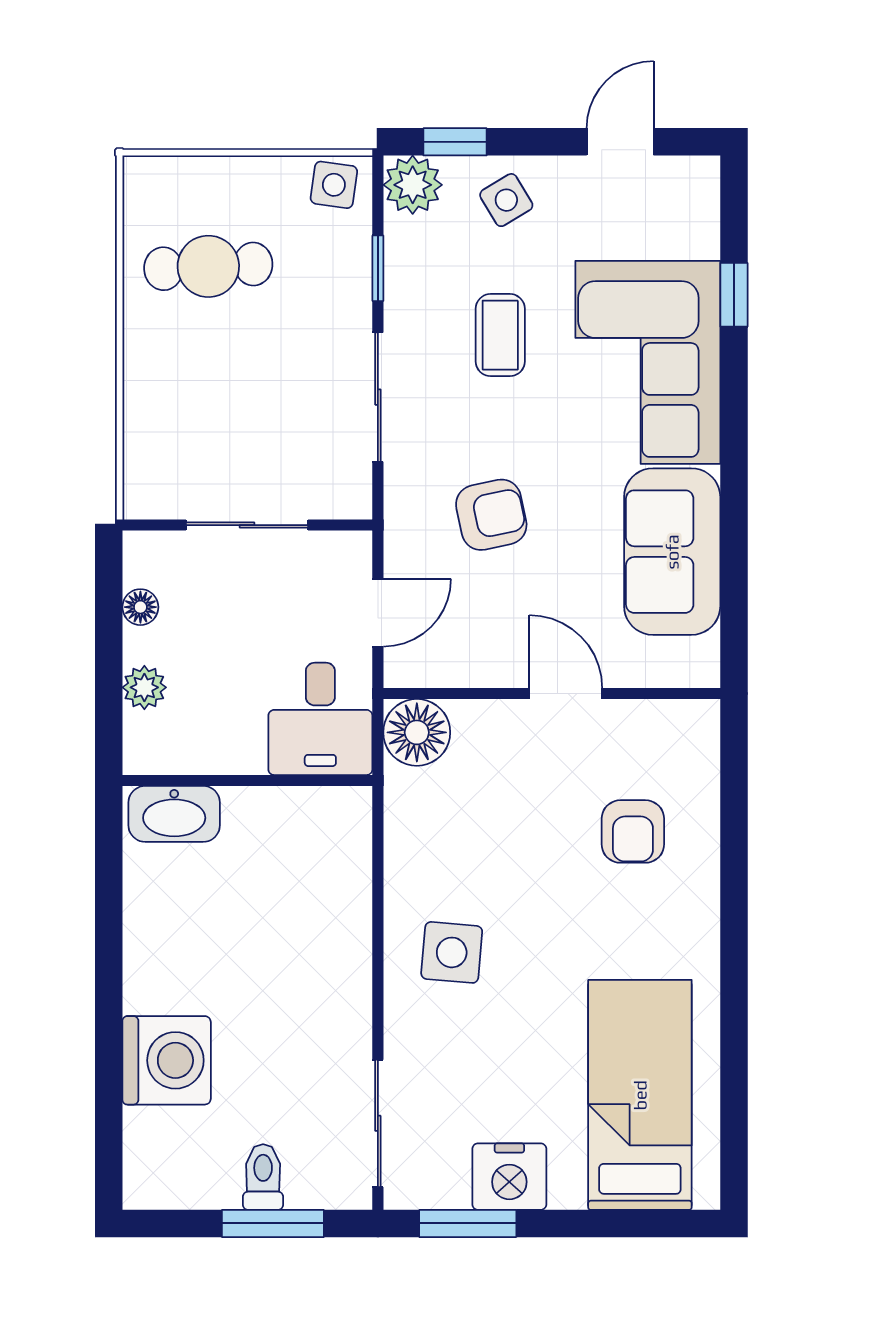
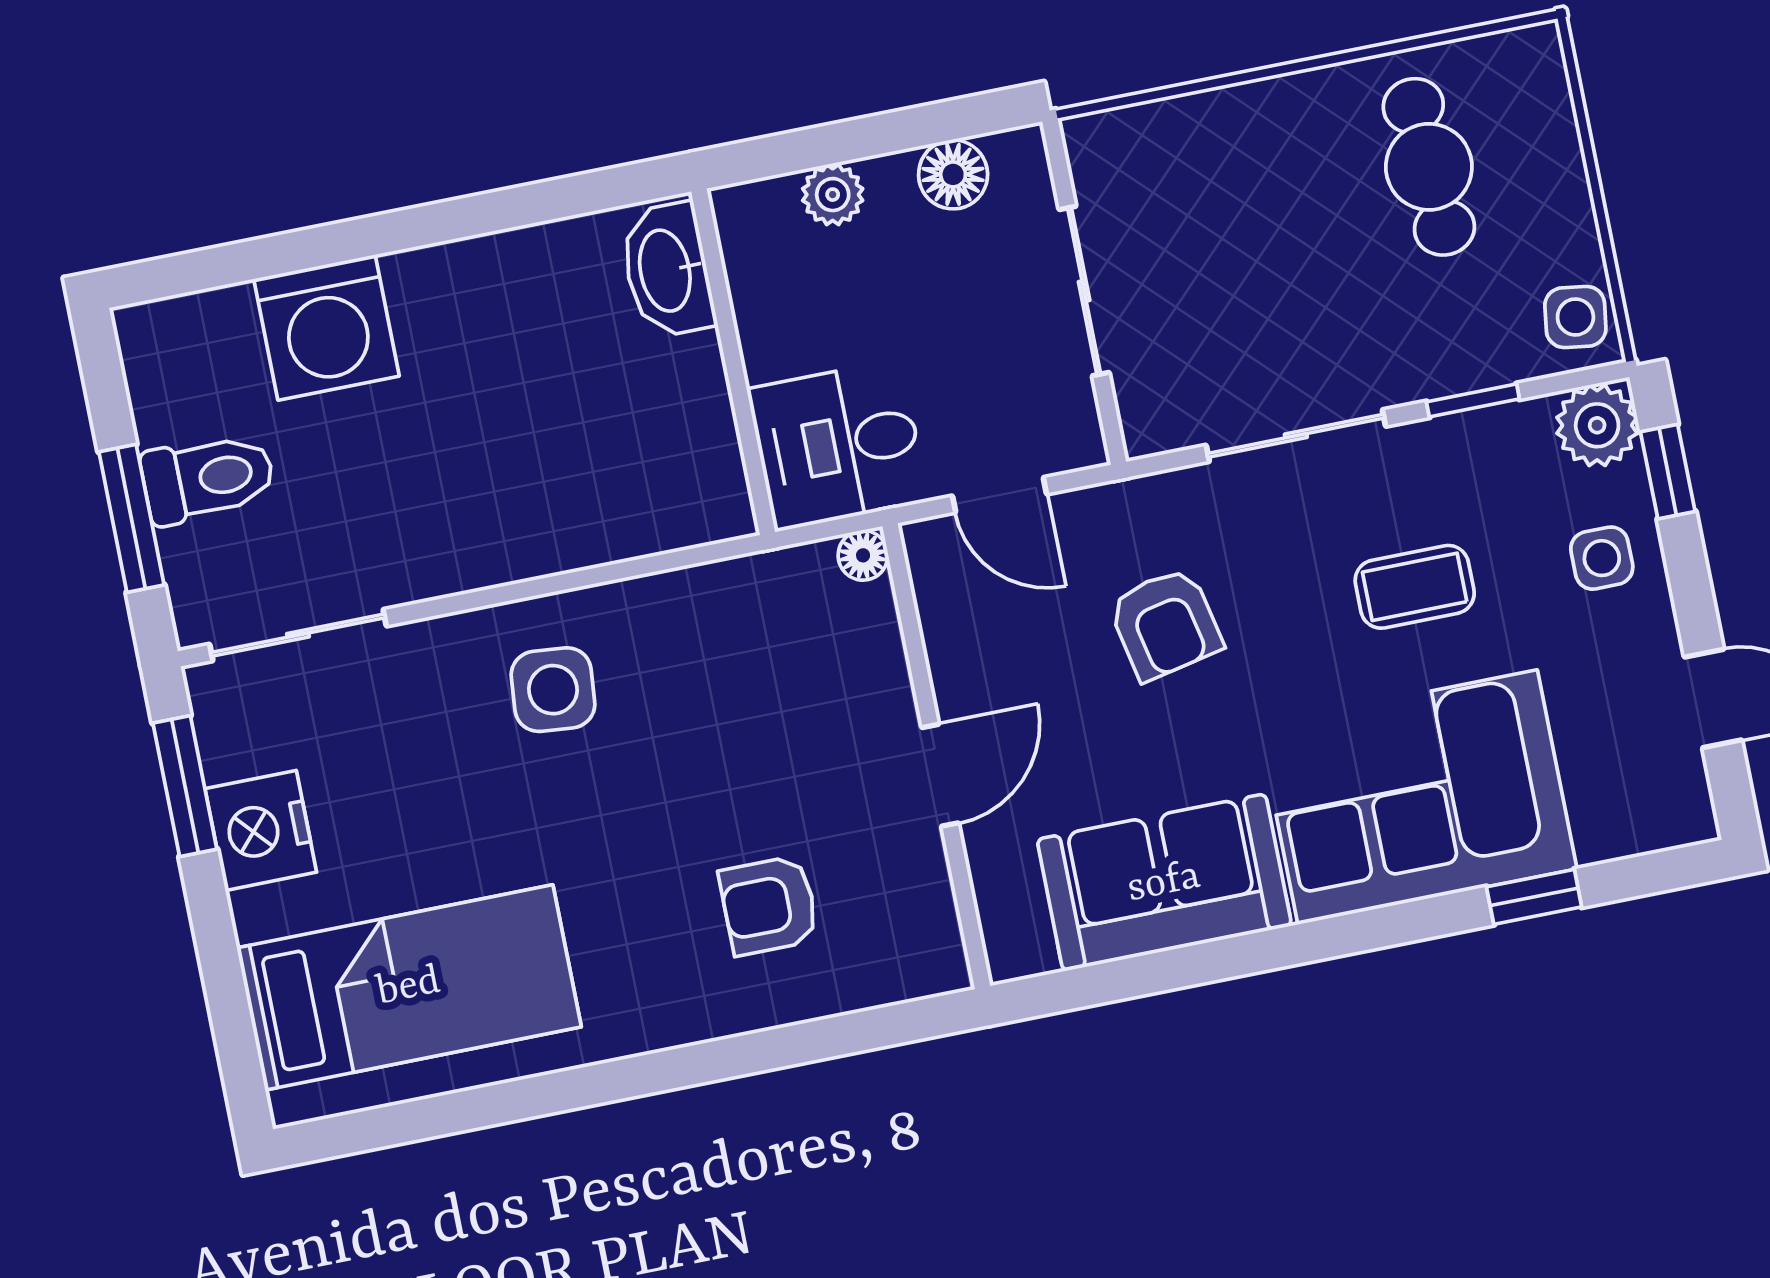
side table: (506, 200) -> (1602, 558), turned 31
floor lamp: (140, 607) -> (953, 174), width x1.37, depth x1.37
floor lamp: (417, 732) -> (863, 555), width x0.53, depth x0.53
toilet: (263, 1177) -> (208, 478), width x1.37, depth x1.39

